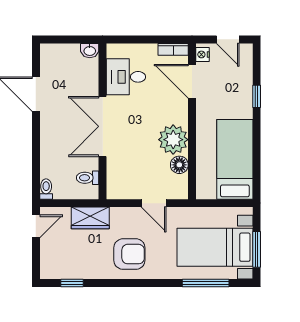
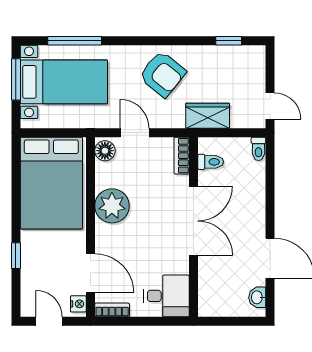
washbasin: (90, 51) -> (257, 297), moved, turned -90
desk: (126, 77) -> (166, 296), moved
bed: (235, 159) -> (51, 183), width x1.50
floor lamp: (179, 165) -> (105, 151), moved
bookcase: (113, 183) -> (182, 156), added
door: (36, 226) -> (270, 106), swing flipped
armchair: (129, 254) -> (162, 74), turned -141

